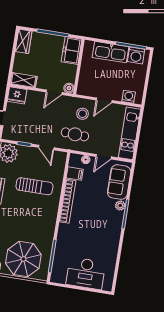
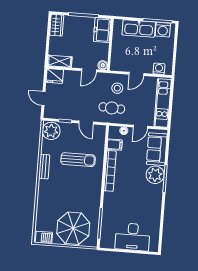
plant: (120, 205) -> (155, 175), width x1.88, depth x1.88

